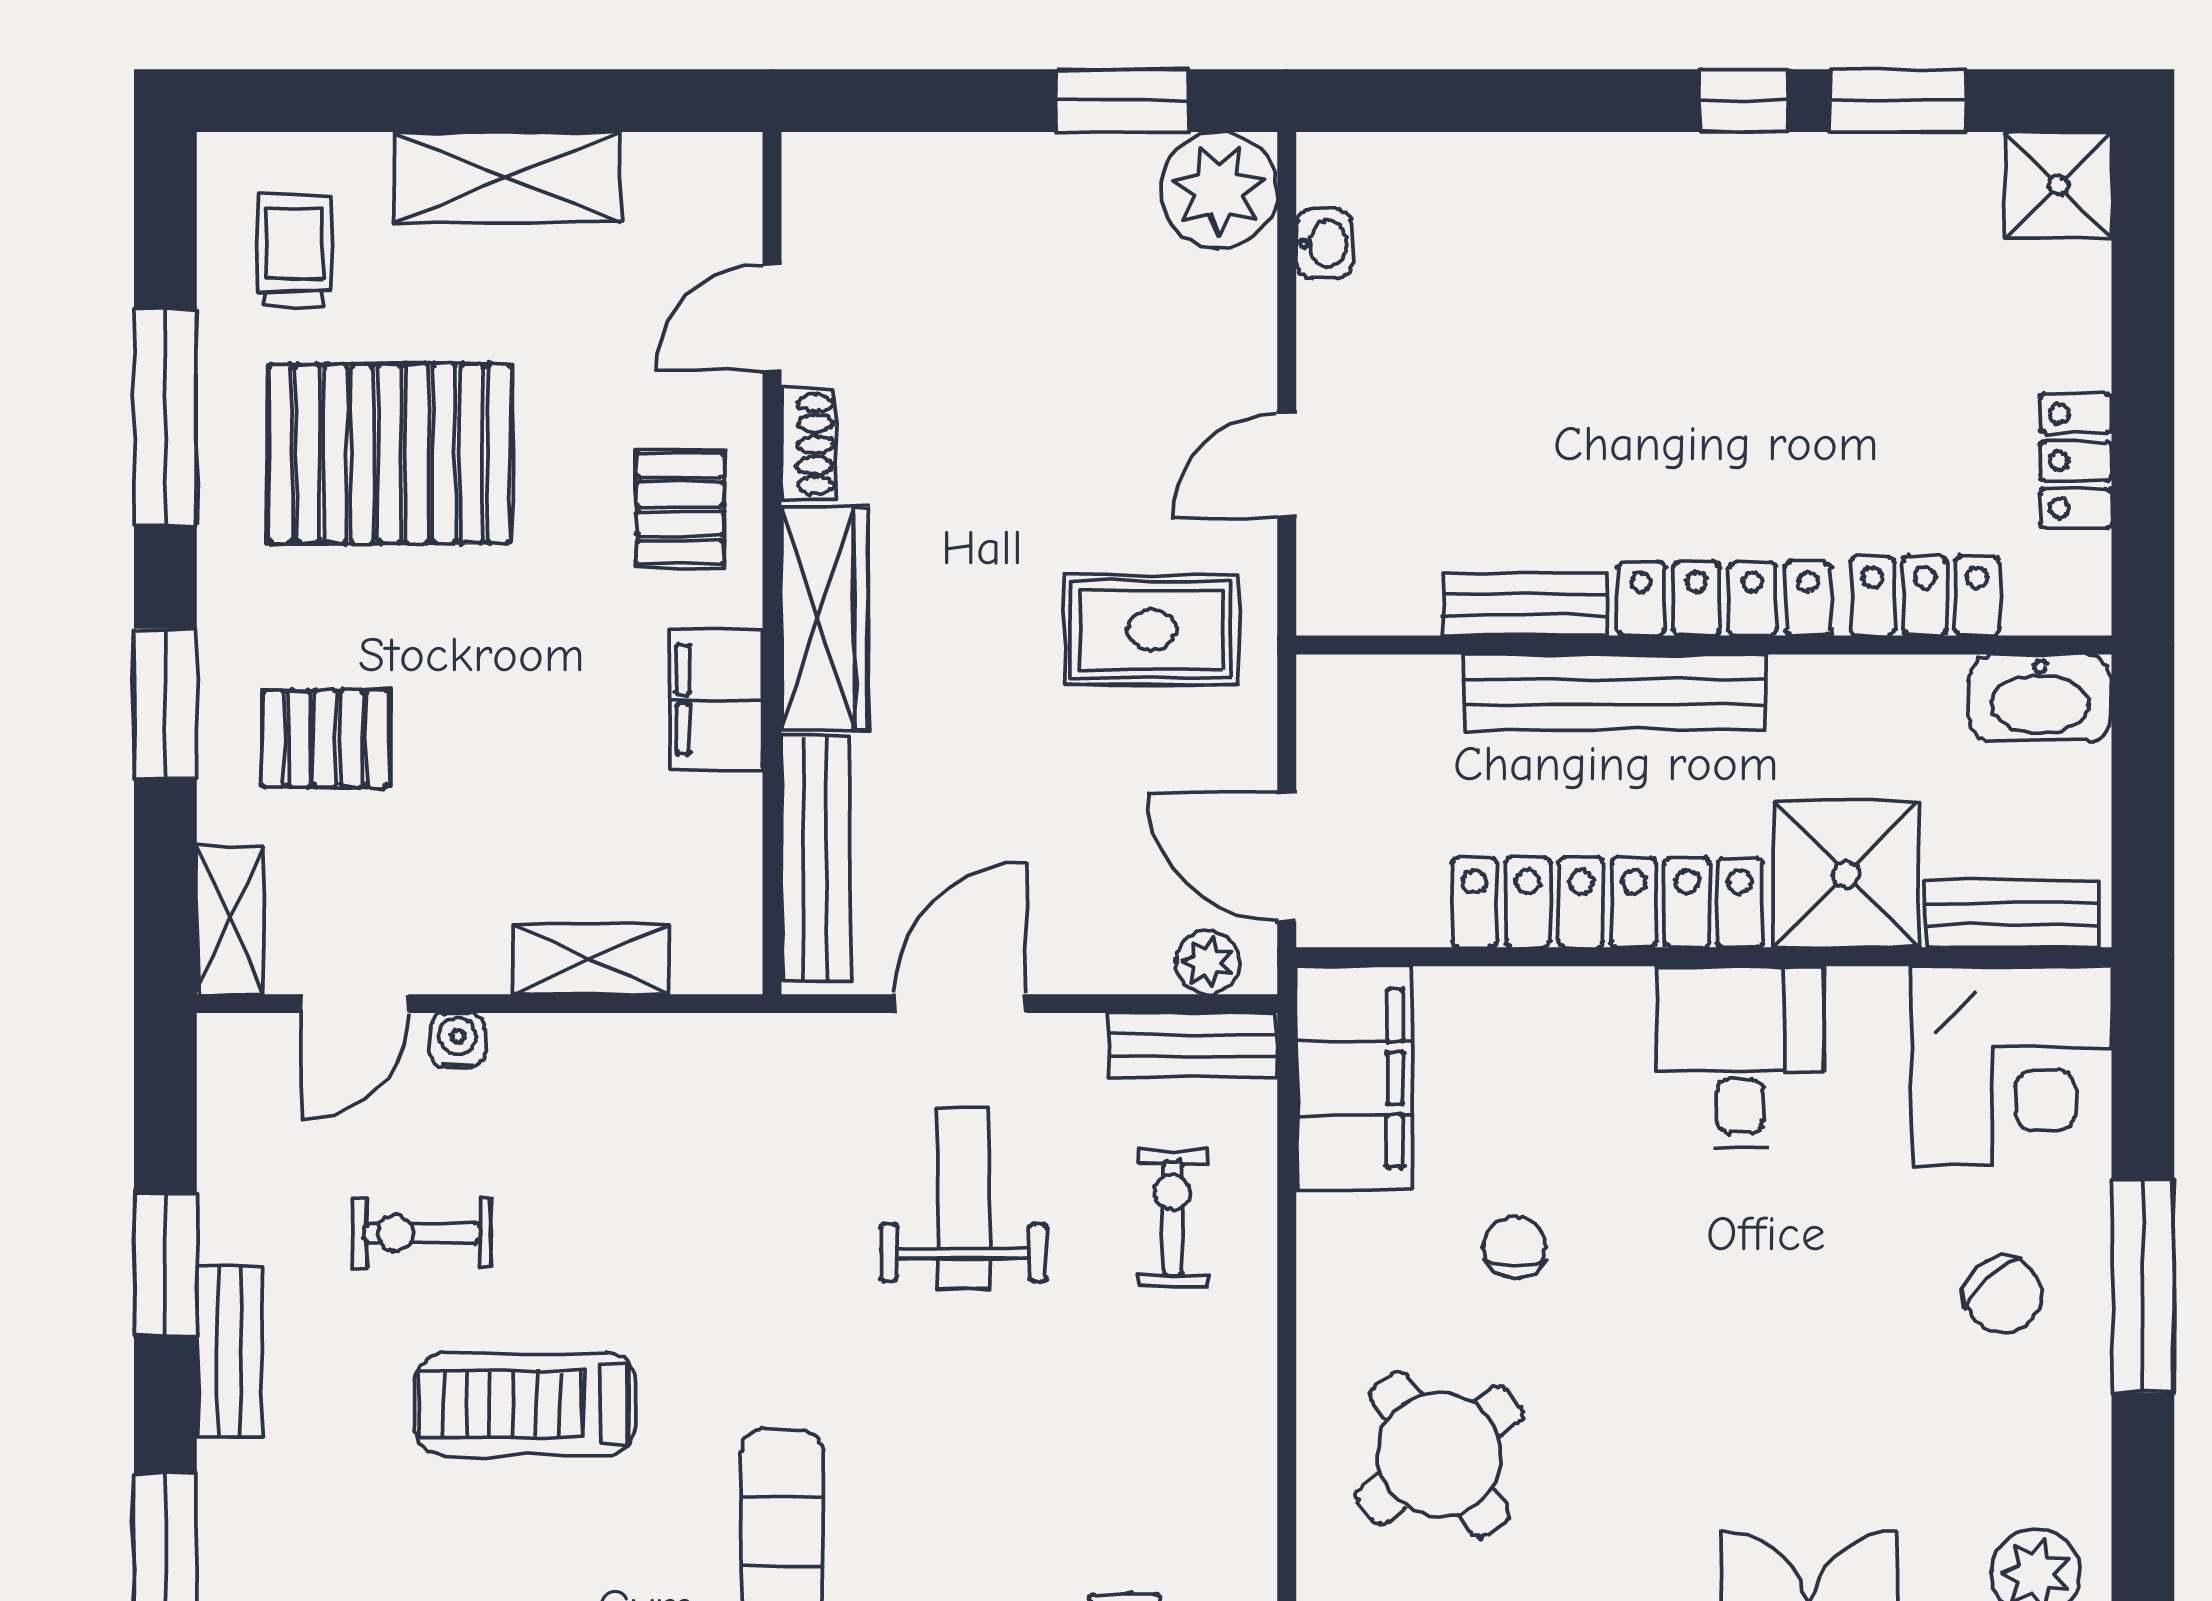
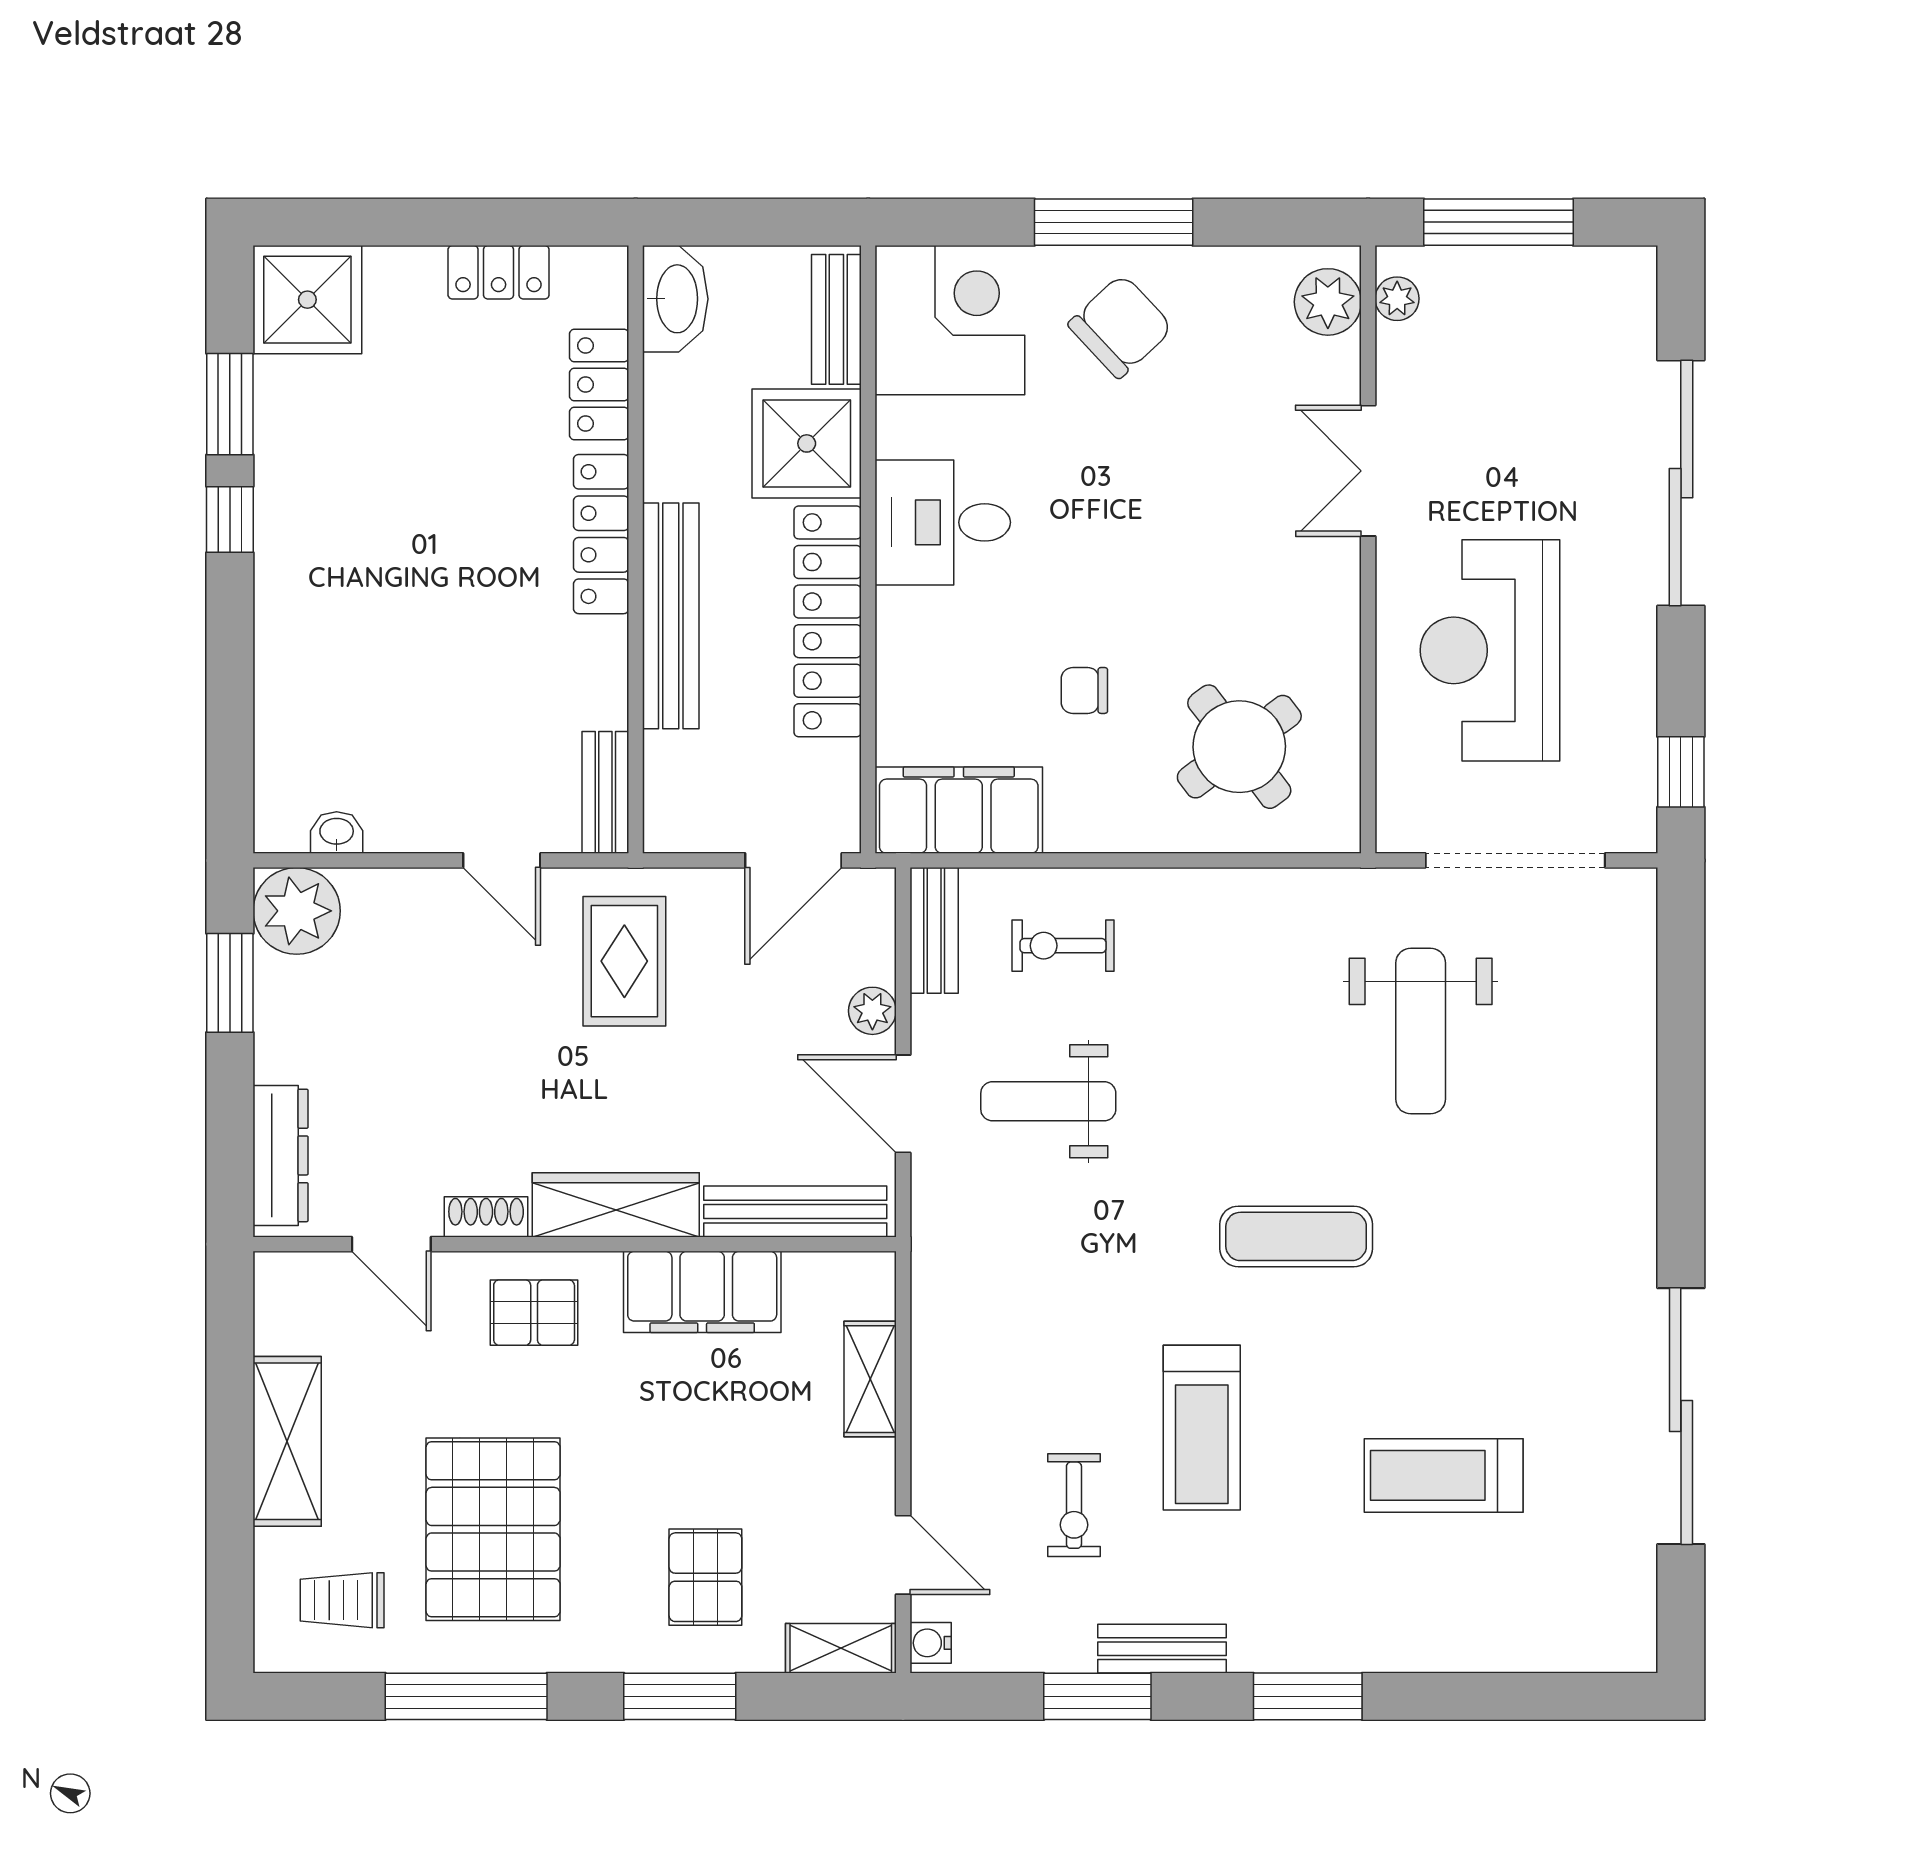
dresser: (891, 169) -> (281, 1155), added
shower: (2058, 185) -> (307, 300), width x1.36, depth x1.36
bench: (1525, 604) -> (605, 792), moved
filing cabinet: (716, 699) -> (702, 1292), width x1.50, depth x1.17
plant: (1208, 962) -> (872, 1011), moved
water cooler: (457, 1040) -> (931, 1643), moved
chair: (2003, 1295) -> (1121, 326), width x1.37, depth x1.37

